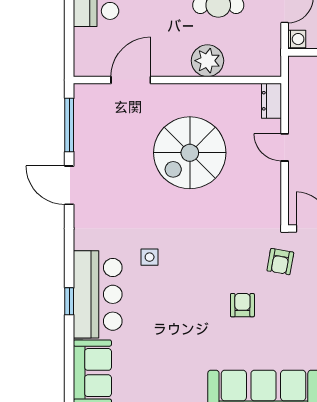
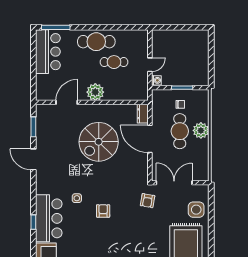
plant: (207, 61) -> (95, 92), moved
window: (69, 125) -> (33, 127), width x0.69
door: (285, 147) -> (150, 139), width x1.87
armchair: (242, 305) -> (103, 211), moved

